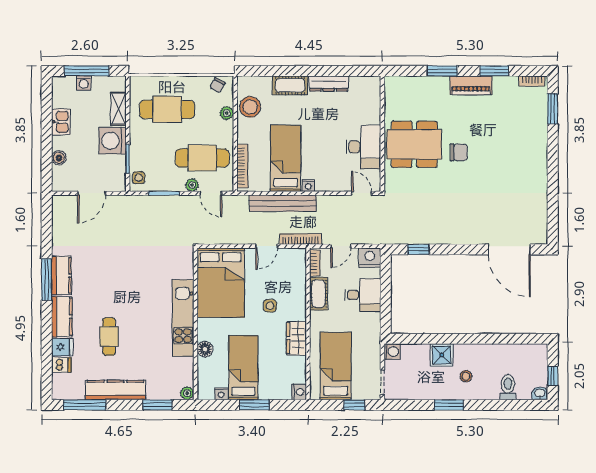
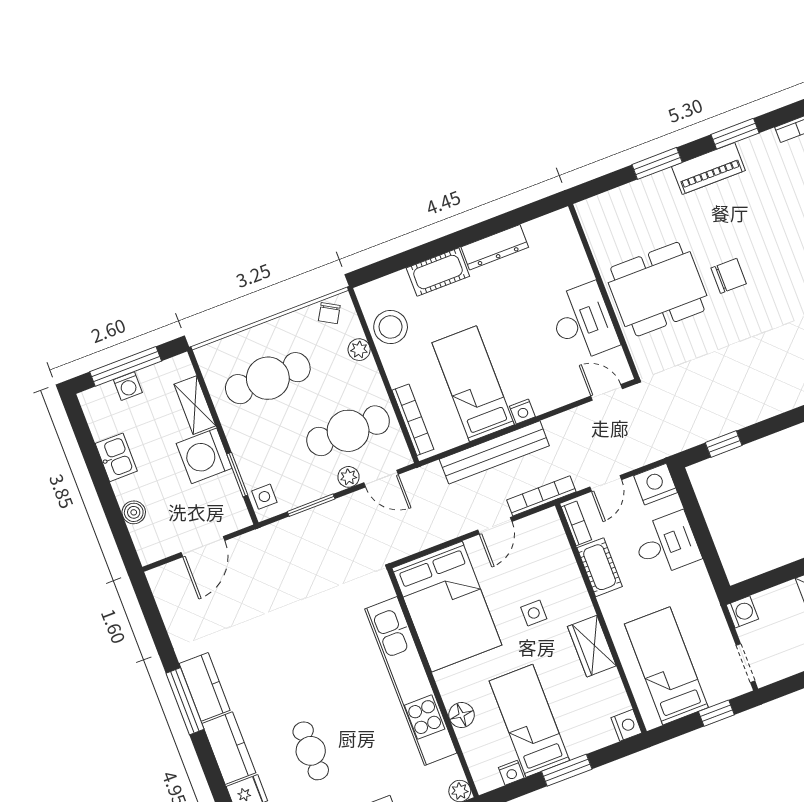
kitchen unit: (183, 318) -> (411, 681), width x1.36

